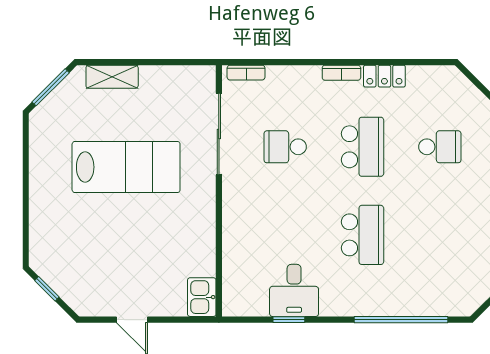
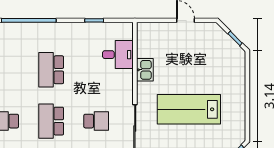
desk: (294, 290) -> (118, 55), moved, turned 90
kitchen sink: (202, 297) -> (145, 70), moved

